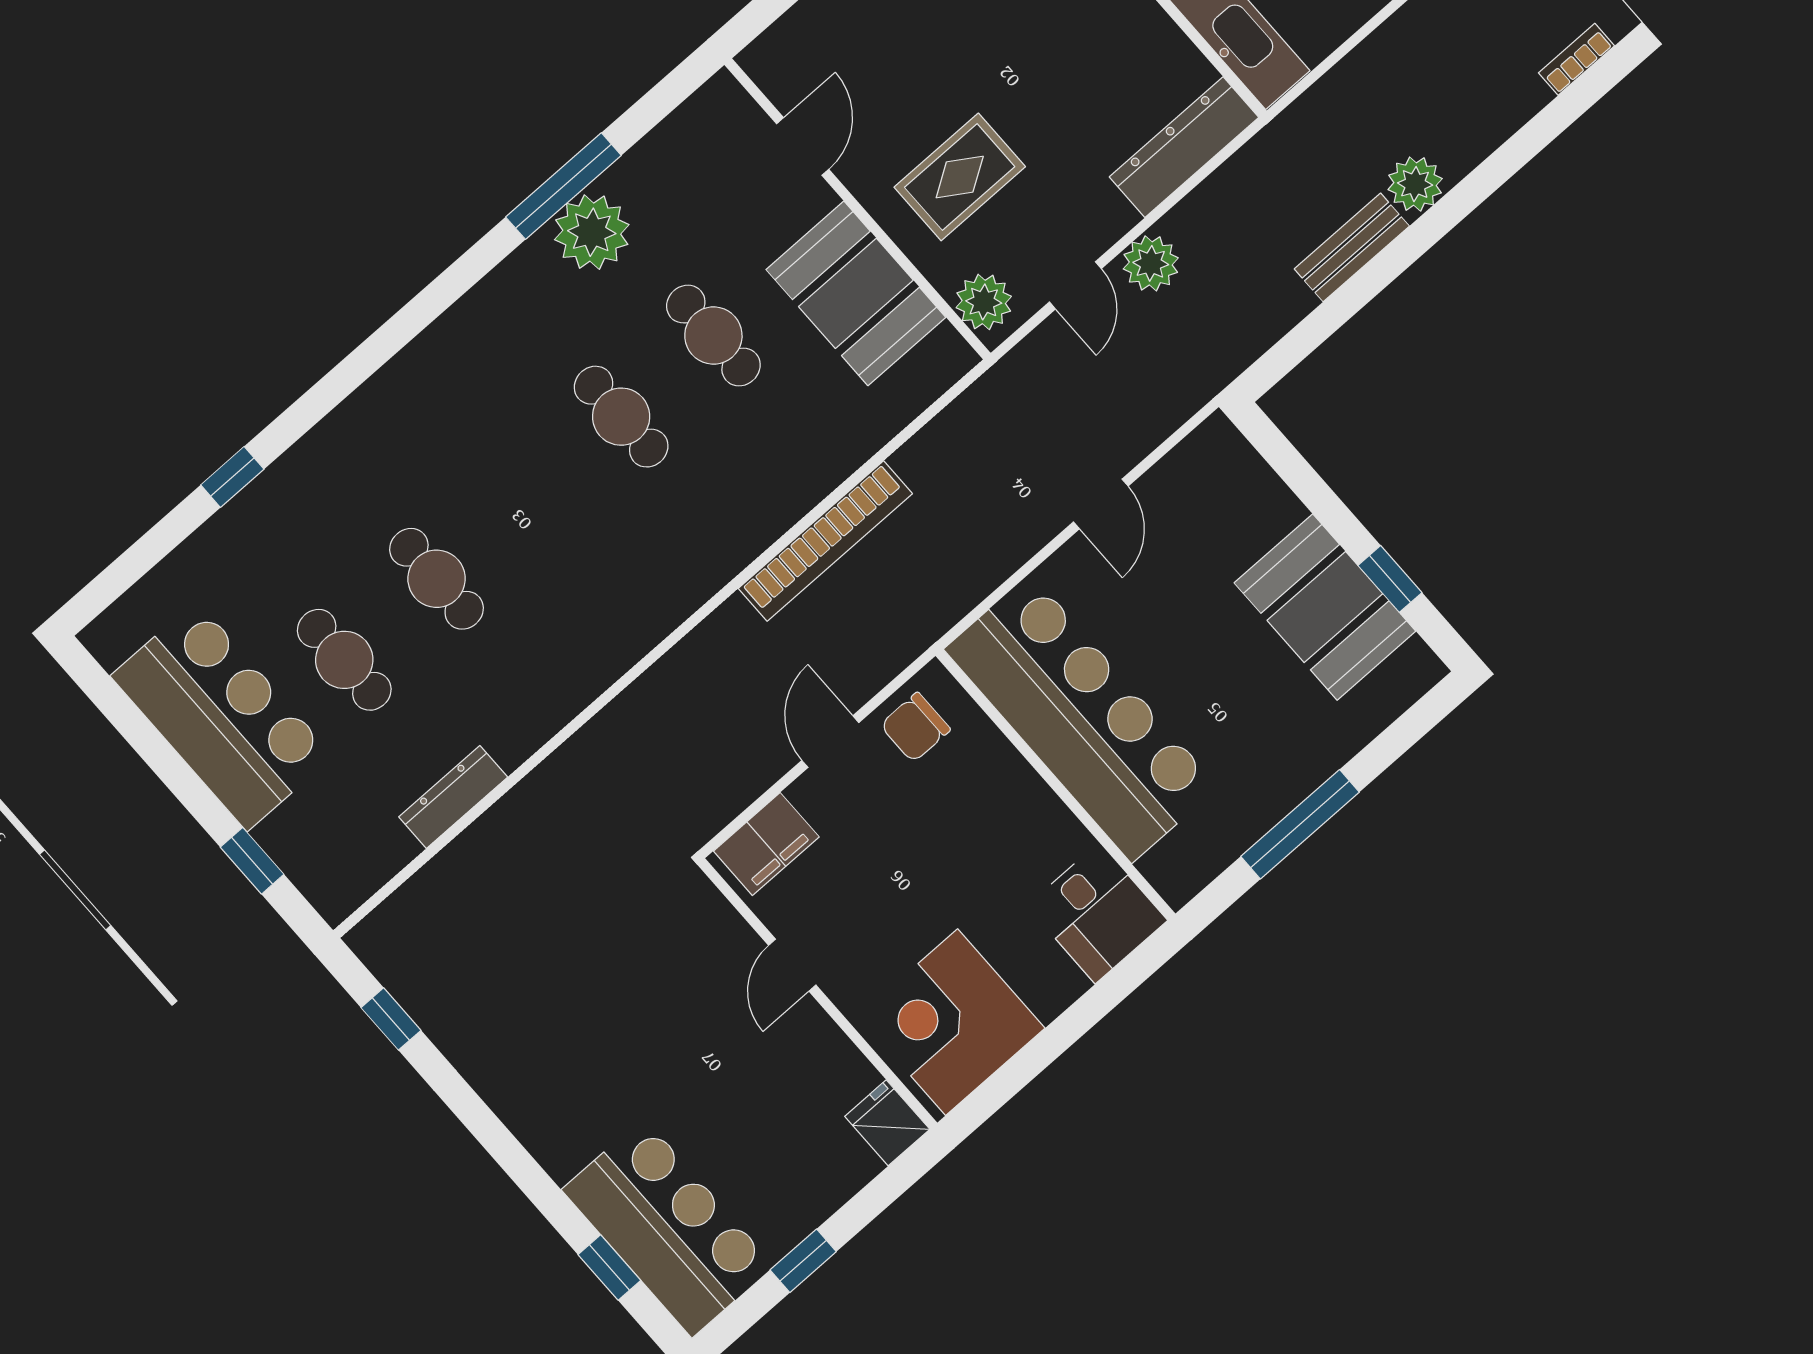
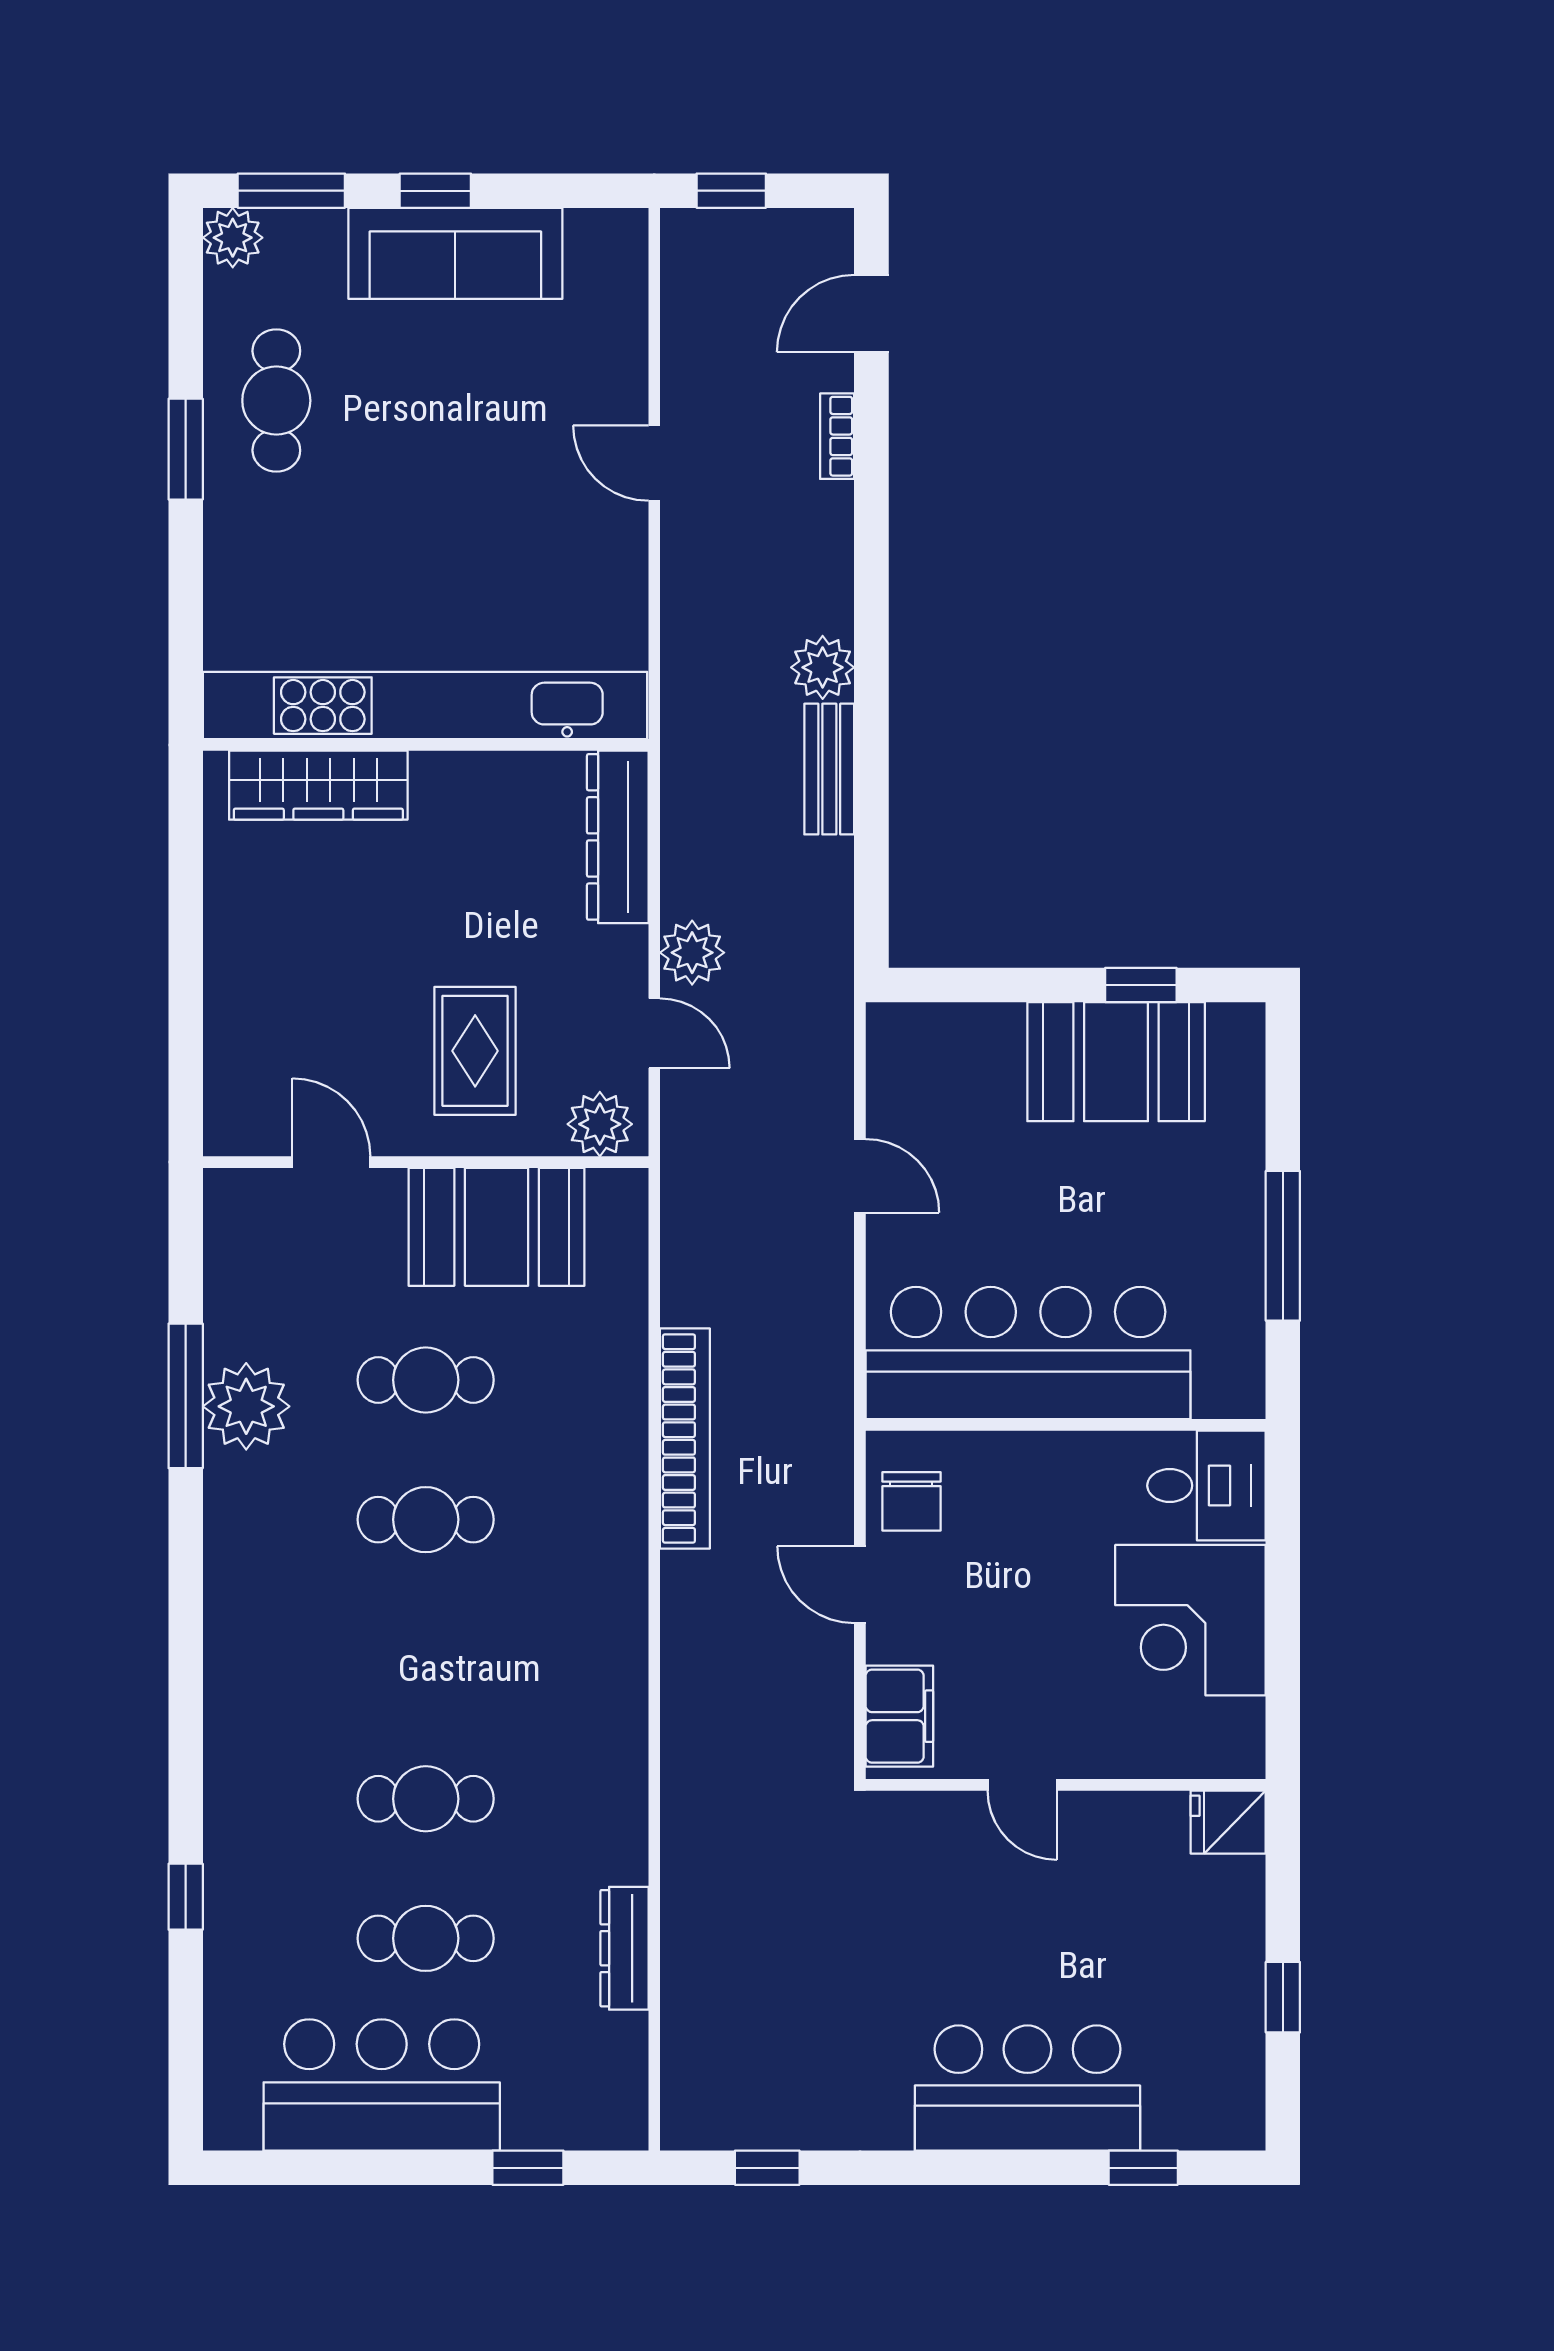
corner desk: (952, 1022) -> (1190, 1620), moved
bar counter: (668, 1228) -> (1027, 2088), moved

